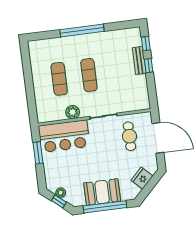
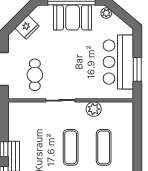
bar counter: (64, 136) -> (118, 62), moved, turned -90
plant: (61, 193) -> (106, 13), moved
window: (59, 201) -> (121, 13), removed

